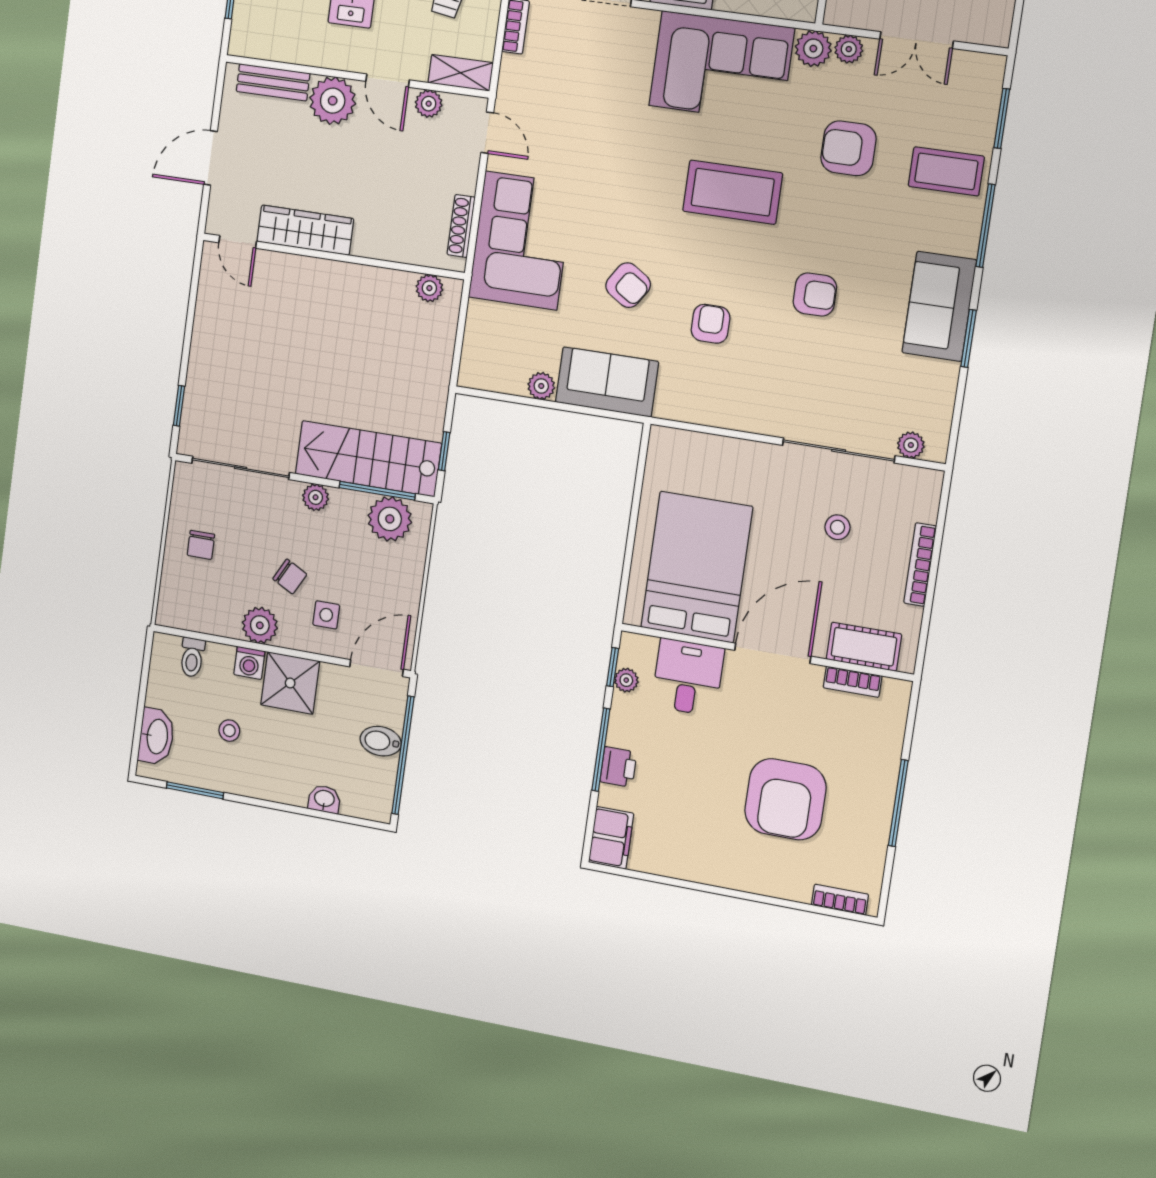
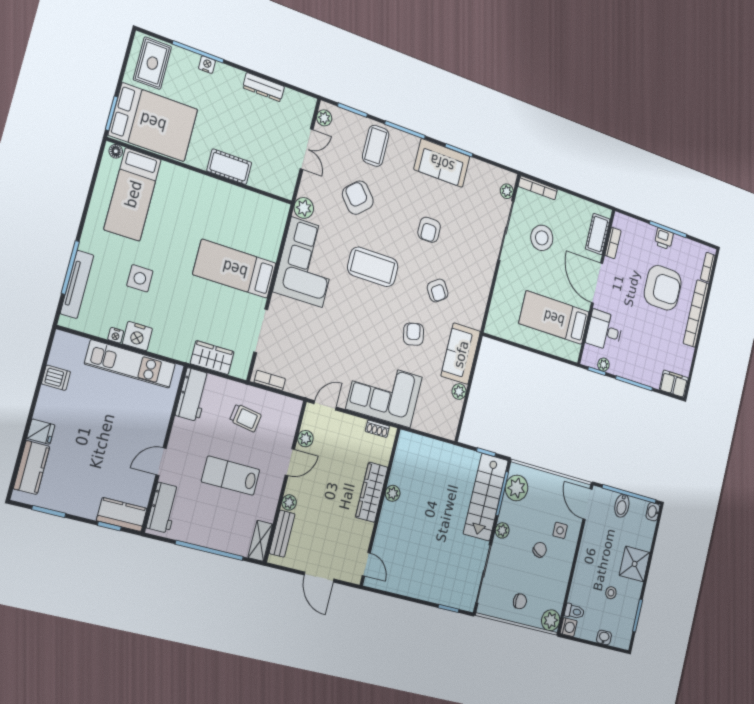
plant: (849, 49) -> (324, 118), moved
shelving: (461, 73) -> (260, 541), moved
plant: (333, 101) -> (289, 502), width x0.53, depth x0.53
armchair: (848, 148) -> (358, 198), turned 138
coffee table: (733, 192) -> (373, 267), turned 90
shoe rack: (461, 226) -> (377, 429), width x0.70
wardrobe: (305, 230) -> (372, 492), moved
door: (238, 242) -> (366, 564), hinge flipped
armchair: (628, 285) -> (413, 334), turned -46
plant: (429, 288) -> (393, 493), moved
armchair: (815, 294) -> (429, 230), turned 180
armchair: (711, 324) -> (438, 290), turned -125
stool: (838, 527) -> (542, 238), width x1.89, depth x1.89
bookcase: (920, 565) -> (538, 188), moved
bed: (697, 567) -> (554, 318), width x0.67
plant: (260, 625) -> (551, 620), moved
washing machine: (249, 663) -> (569, 627), moved
shower: (290, 683) -> (635, 564), moved
washbasin: (156, 736) -> (604, 637), width x0.52, depth x0.69
printer: (618, 767) -> (664, 239), moved, turned 180
washbasin: (324, 799) -> (653, 512), moved
bookcase: (748, 879) -> (696, 314), added

